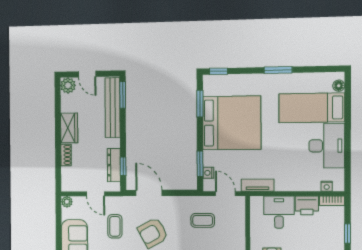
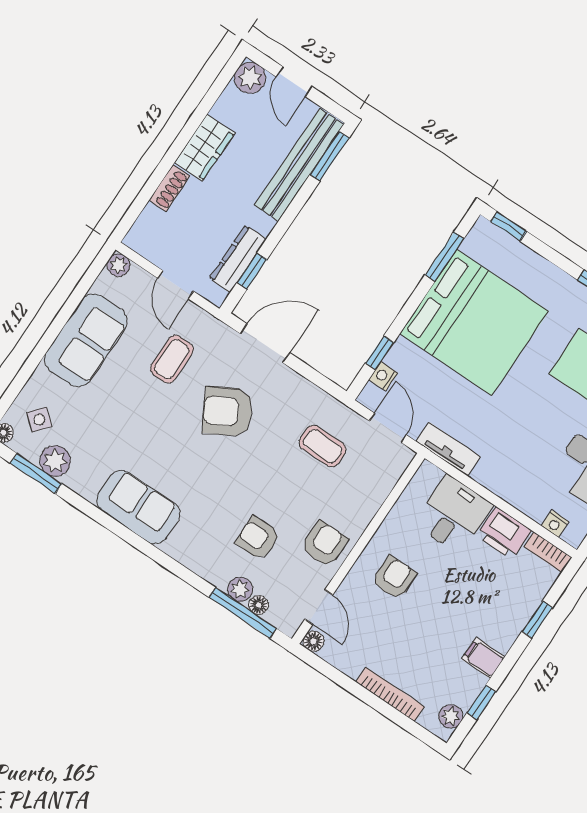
window: (200, 164) -> (380, 353), width x0.67
door: (149, 193) -> (265, 343), hinge flipped

